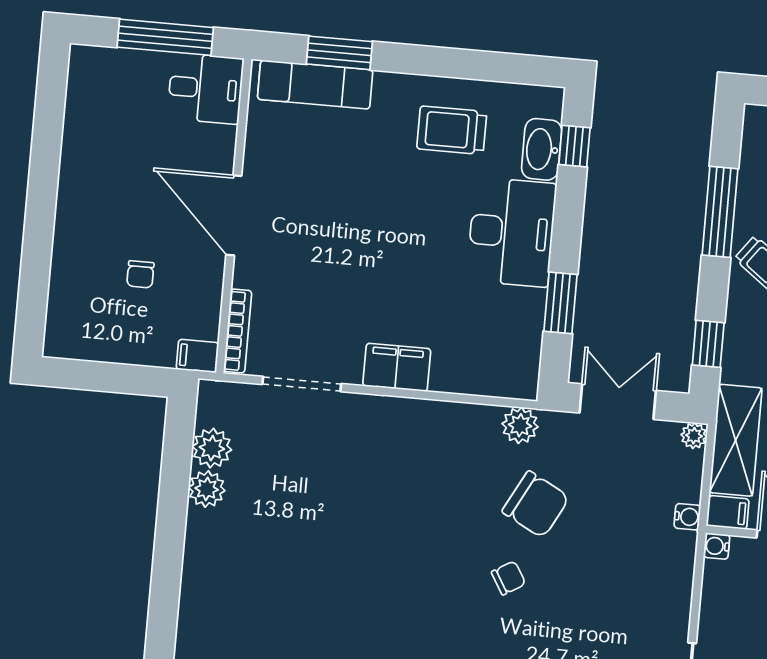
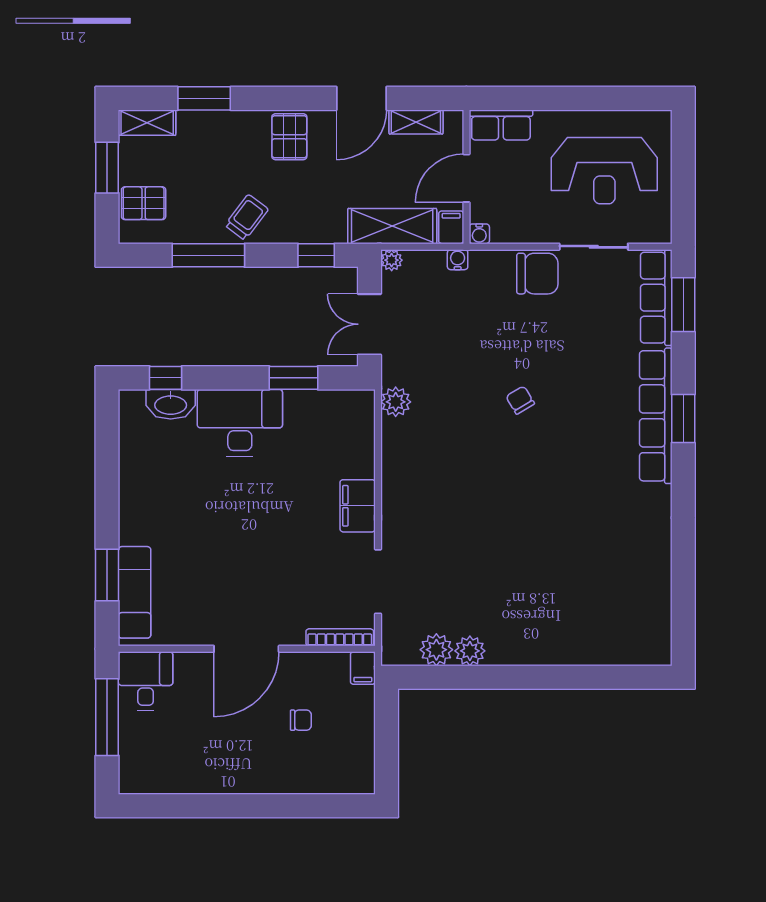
trolley: (452, 130) -> (162, 478), removed
chair: (536, 504) -> (537, 274), moved, turned 62

